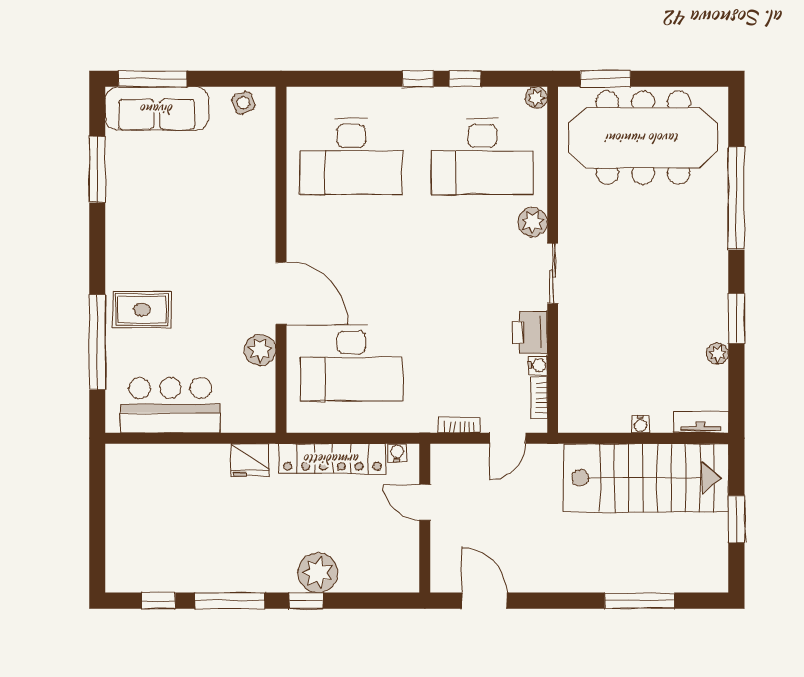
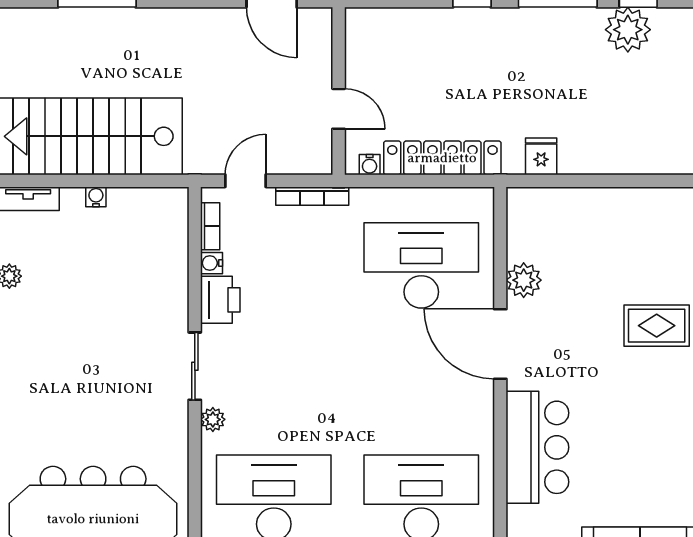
plant: (533, 222) -> (213, 419), width x0.73, depth x0.73
bar counter: (170, 405) -> (537, 447), moved, turned -90
bookcase: (460, 425) -> (312, 196), width x1.56
fridge: (250, 460) -> (541, 156), width x0.72
plant: (318, 573) -> (628, 30), moved

